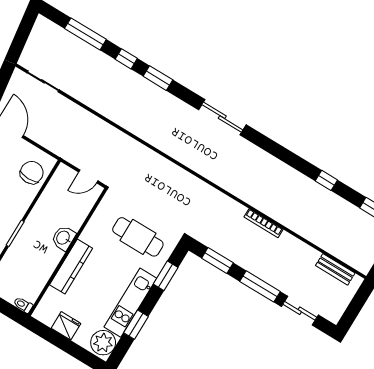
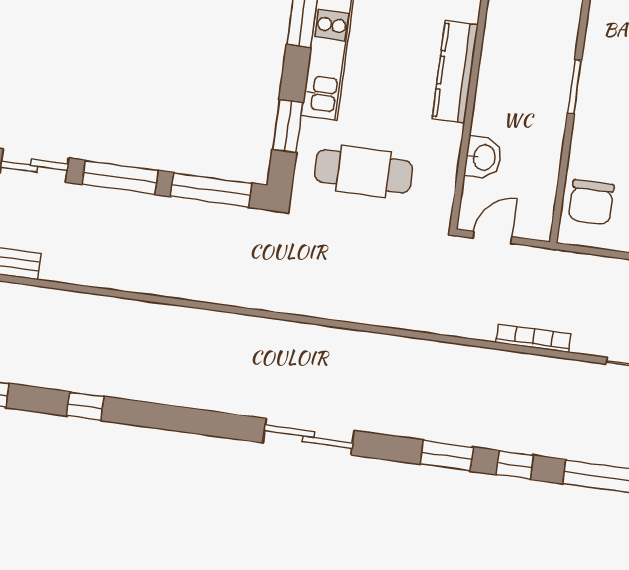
bookcase: (263, 223) -> (534, 338), moved
washbasin: (63, 238) -> (483, 157), moved
window: (217, 261) -> (211, 190), width x1.44

